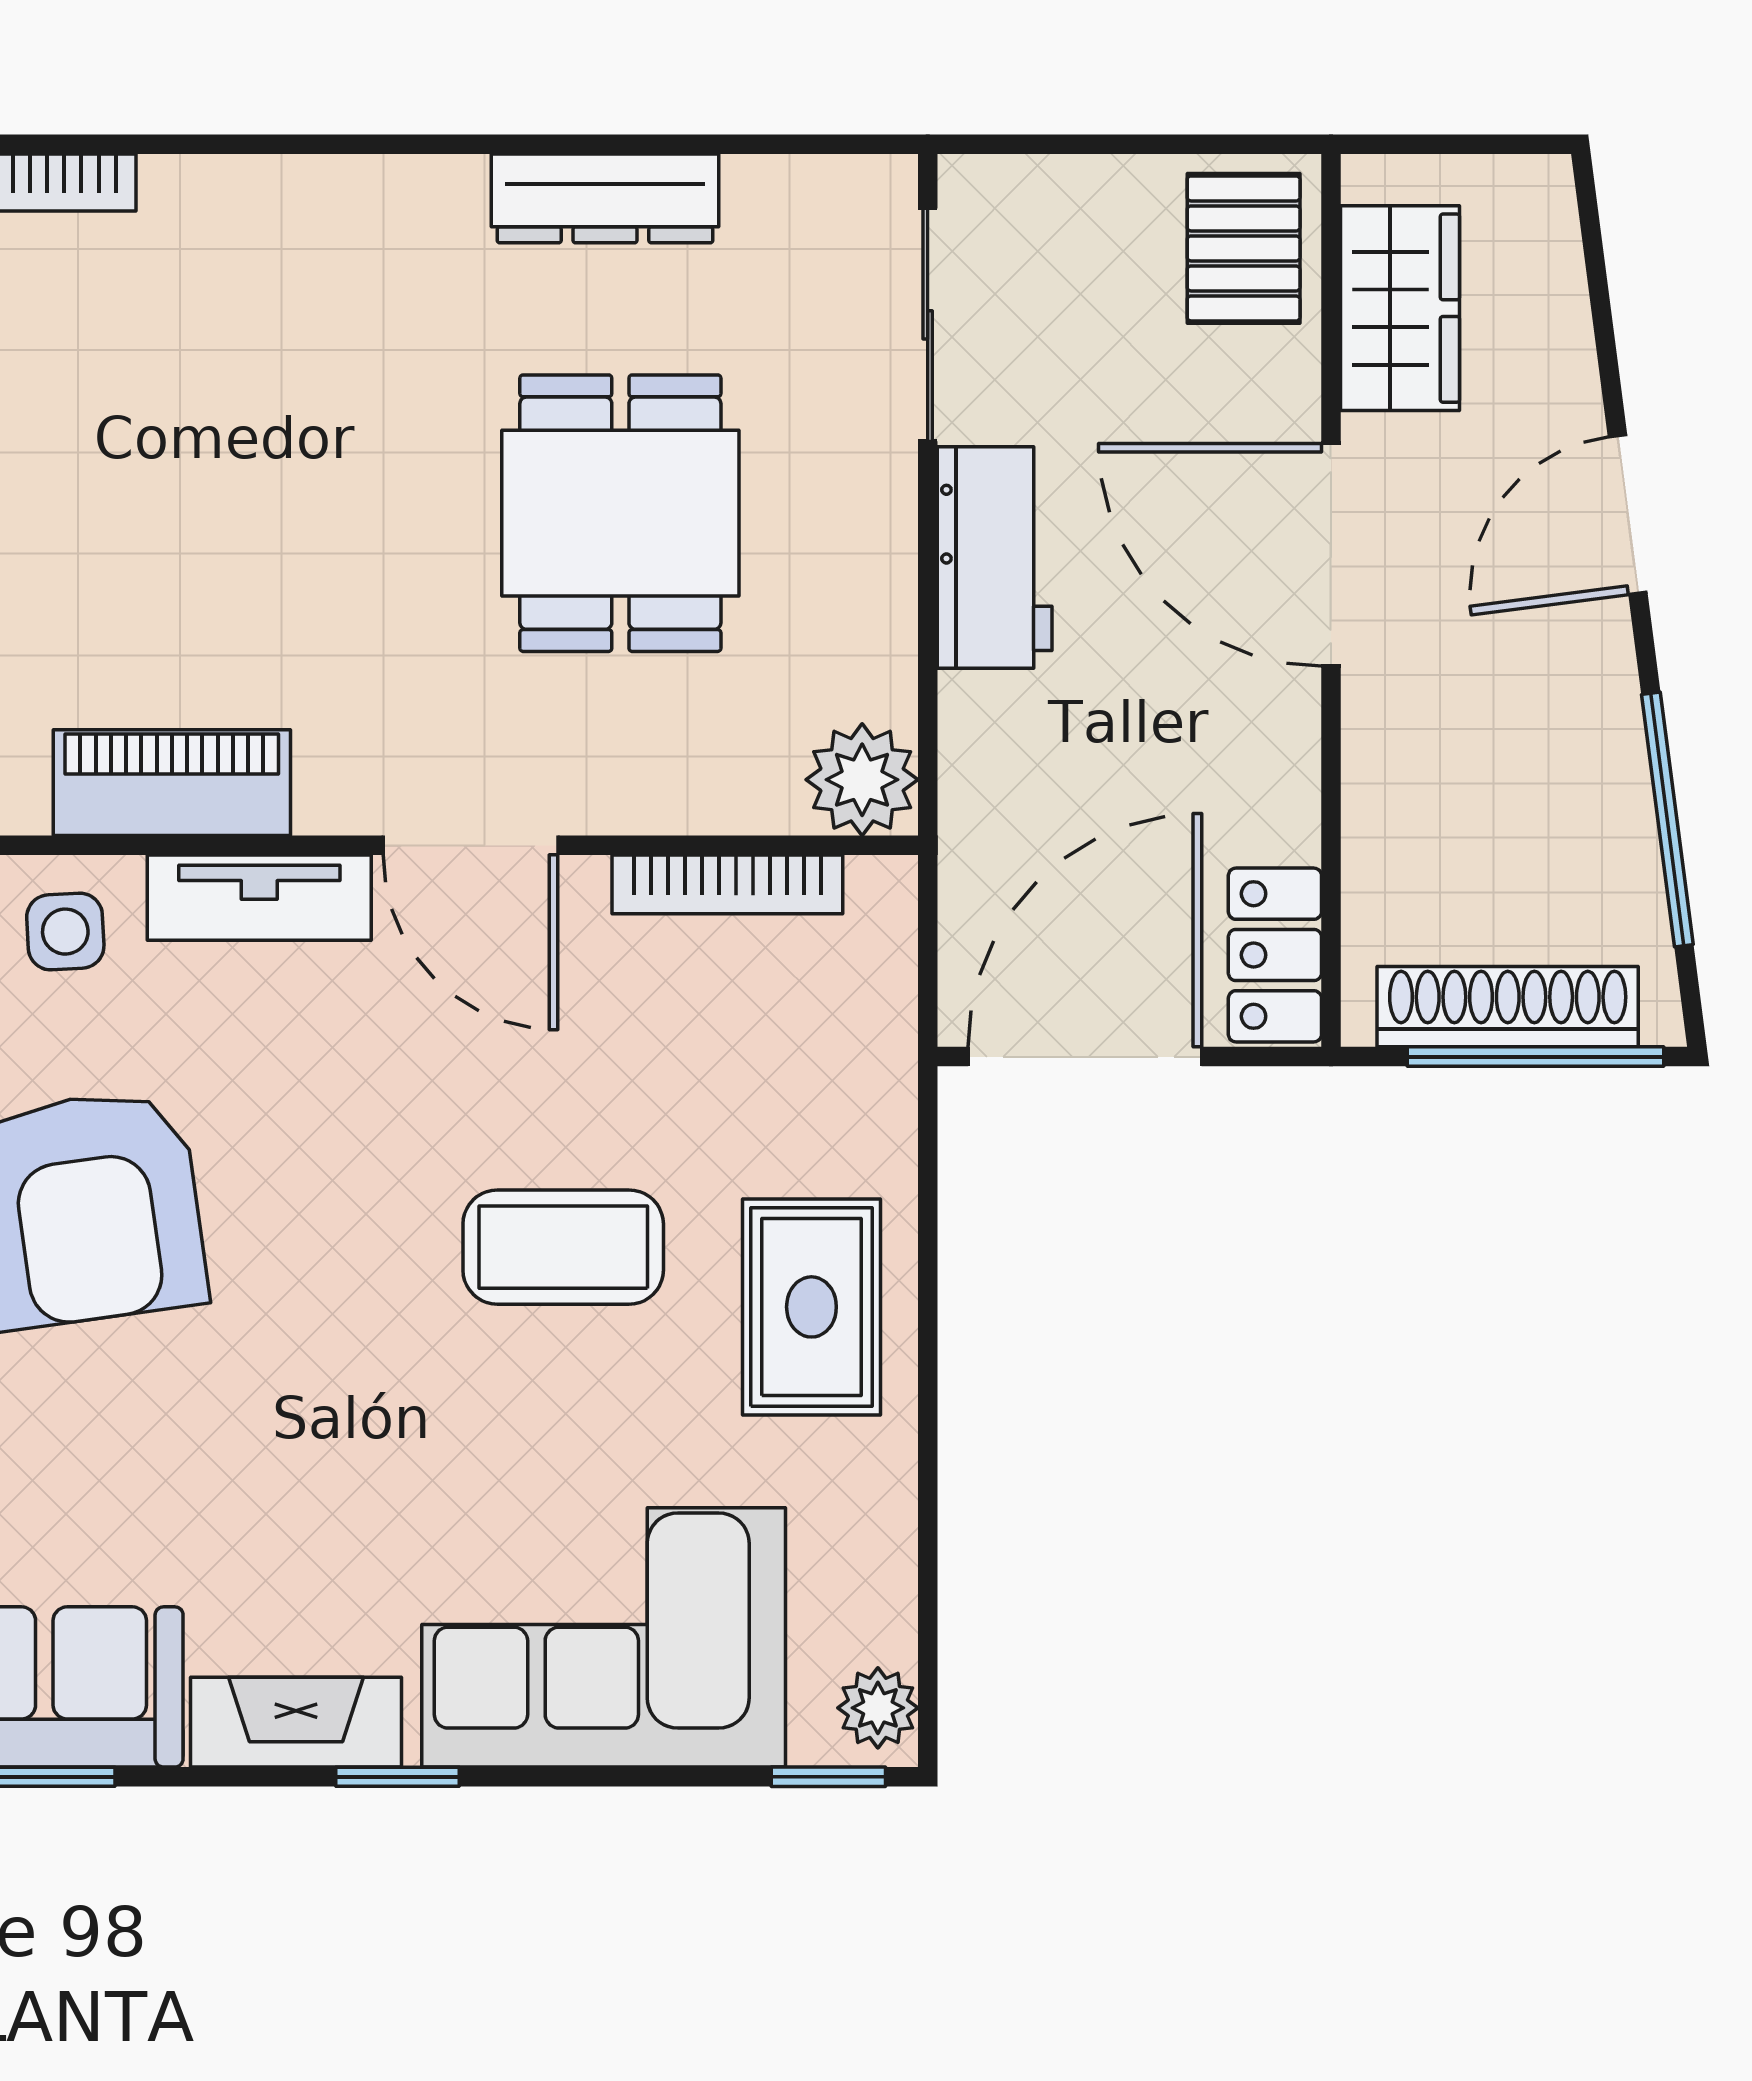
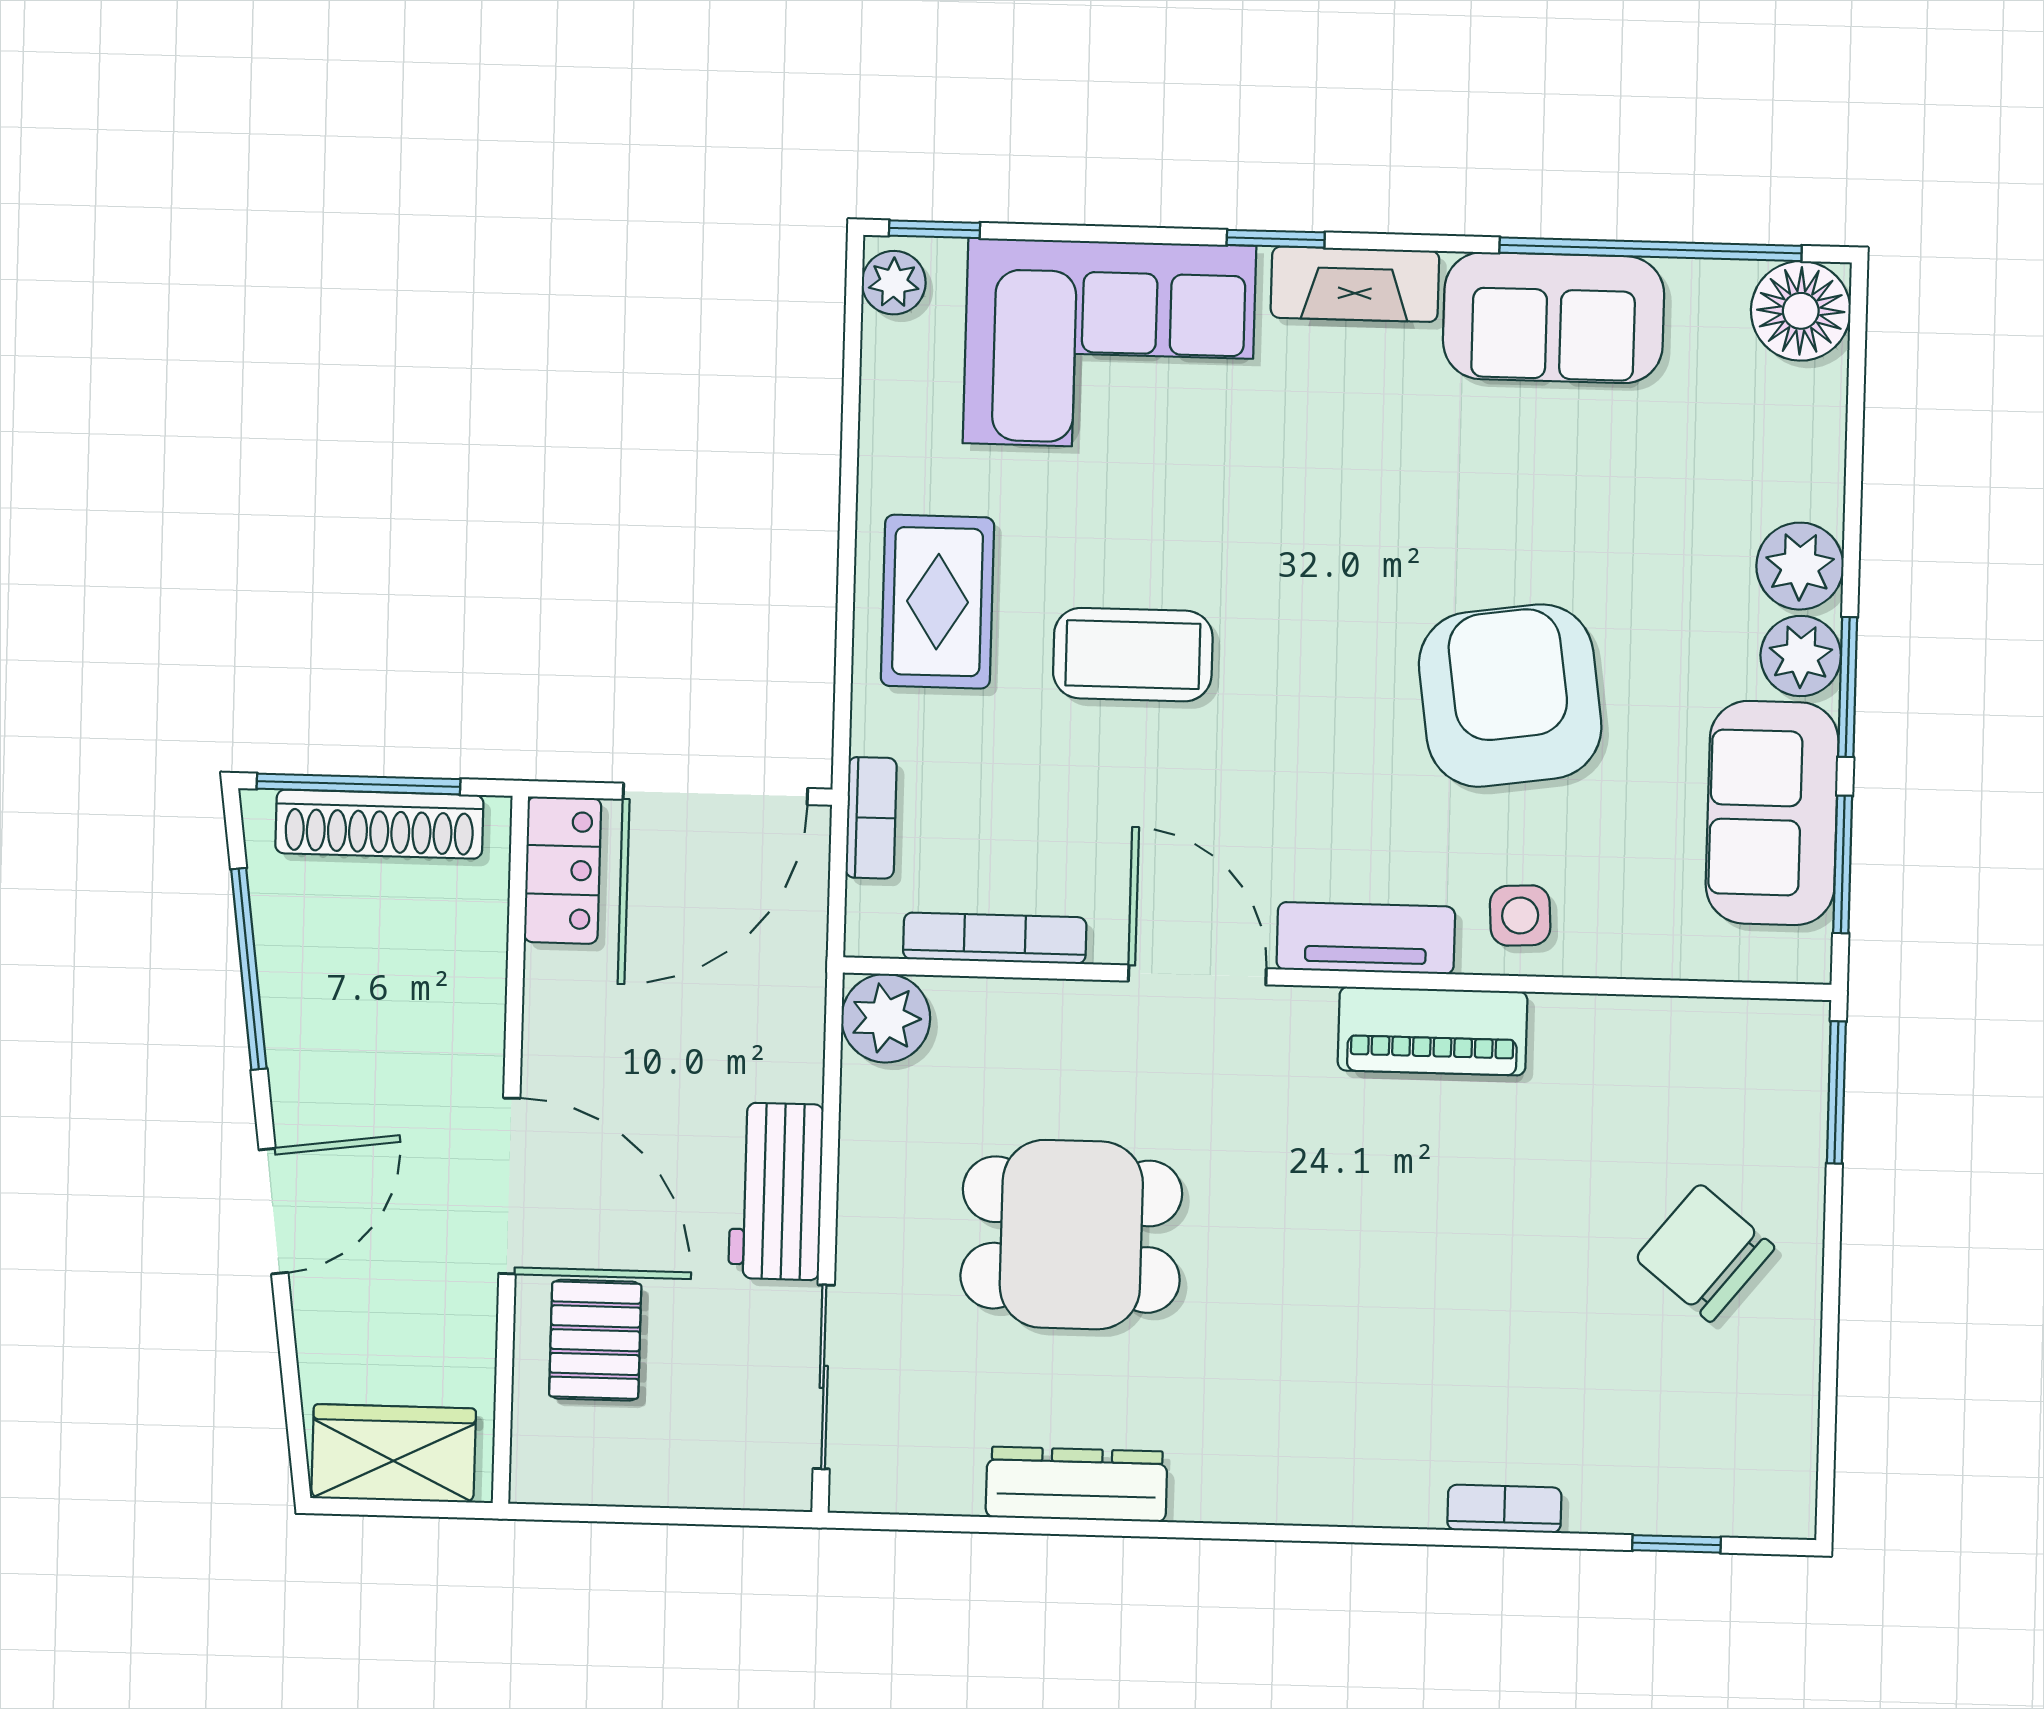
pallet: (1244, 248) -> (595, 1340), moved
wardrobe: (1400, 308) -> (394, 1453), moved, turned 90
dining table: (620, 513) -> (1071, 1235), turned 90
bookcase: (888, 1032) -> (871, 818), added

